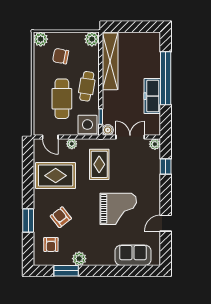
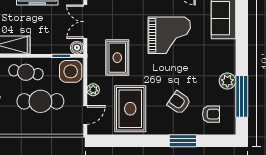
rug: (99, 164) -> (117, 58), turned 90
grand piano: (118, 209) -> (169, 35), turned 90
armchair: (61, 217) -> (179, 103), turned 73
window: (66, 271) -> (242, 96), width x1.44

